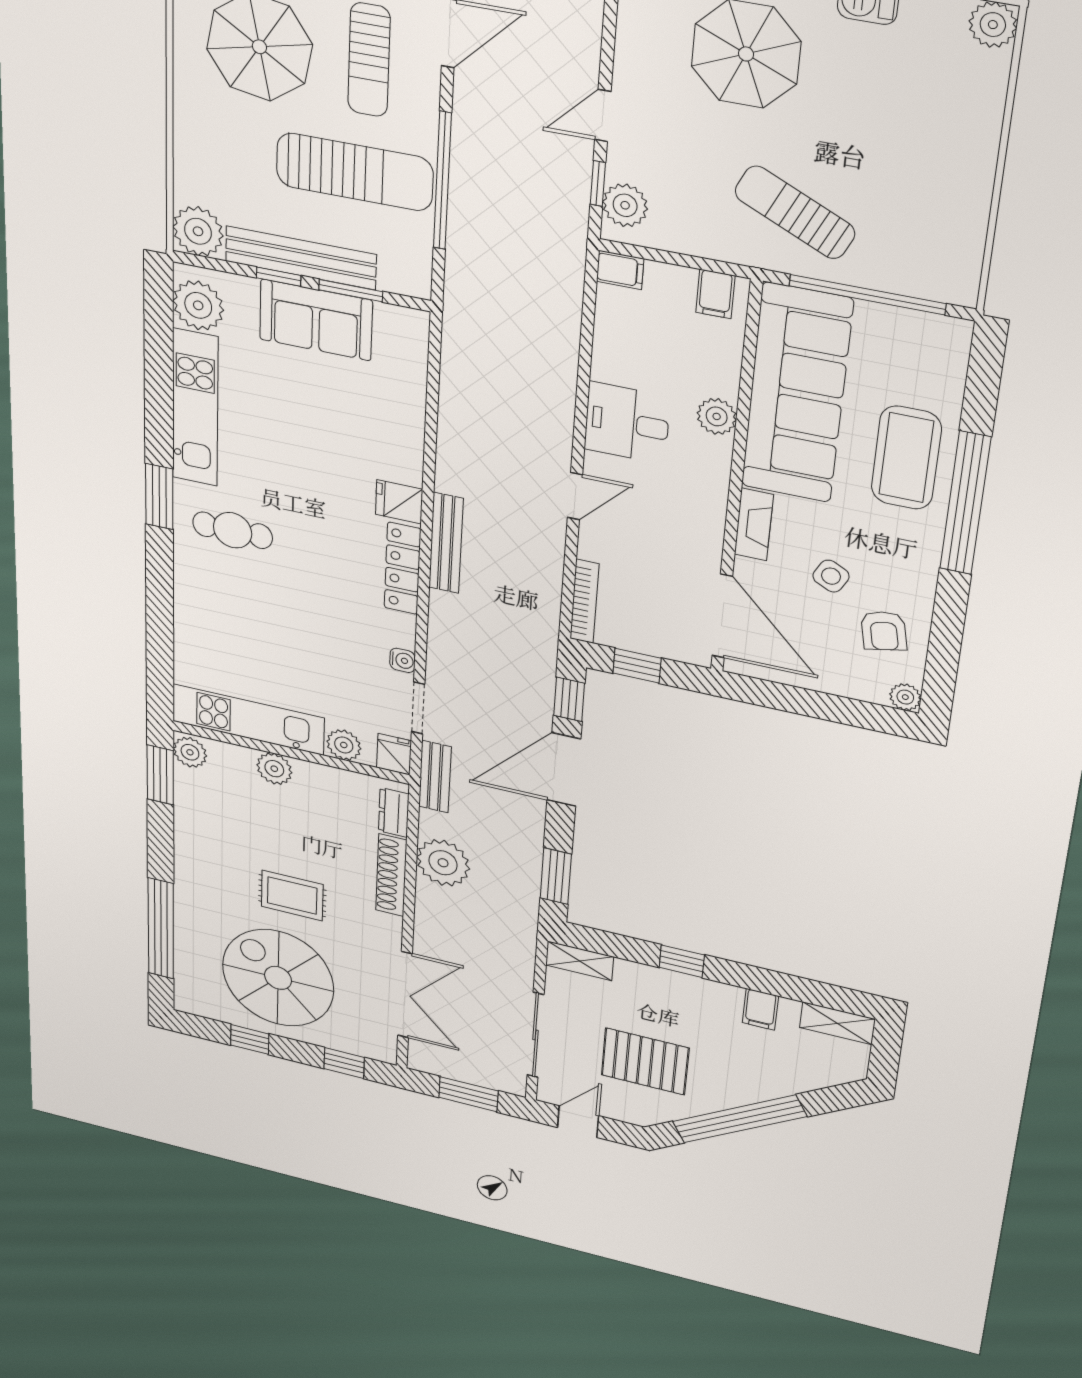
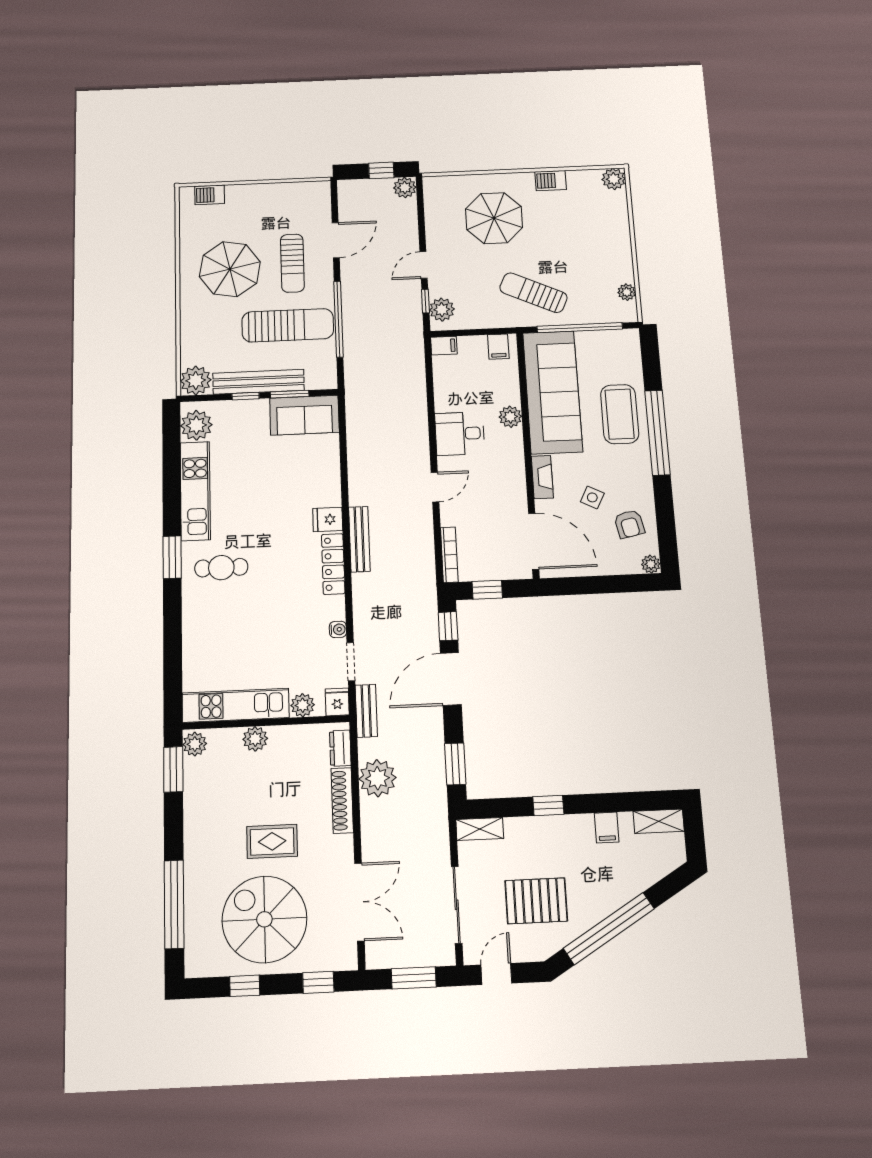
plant: (968, 250) -> (627, 292), added
sofa: (316, 320) -> (304, 415), moved

